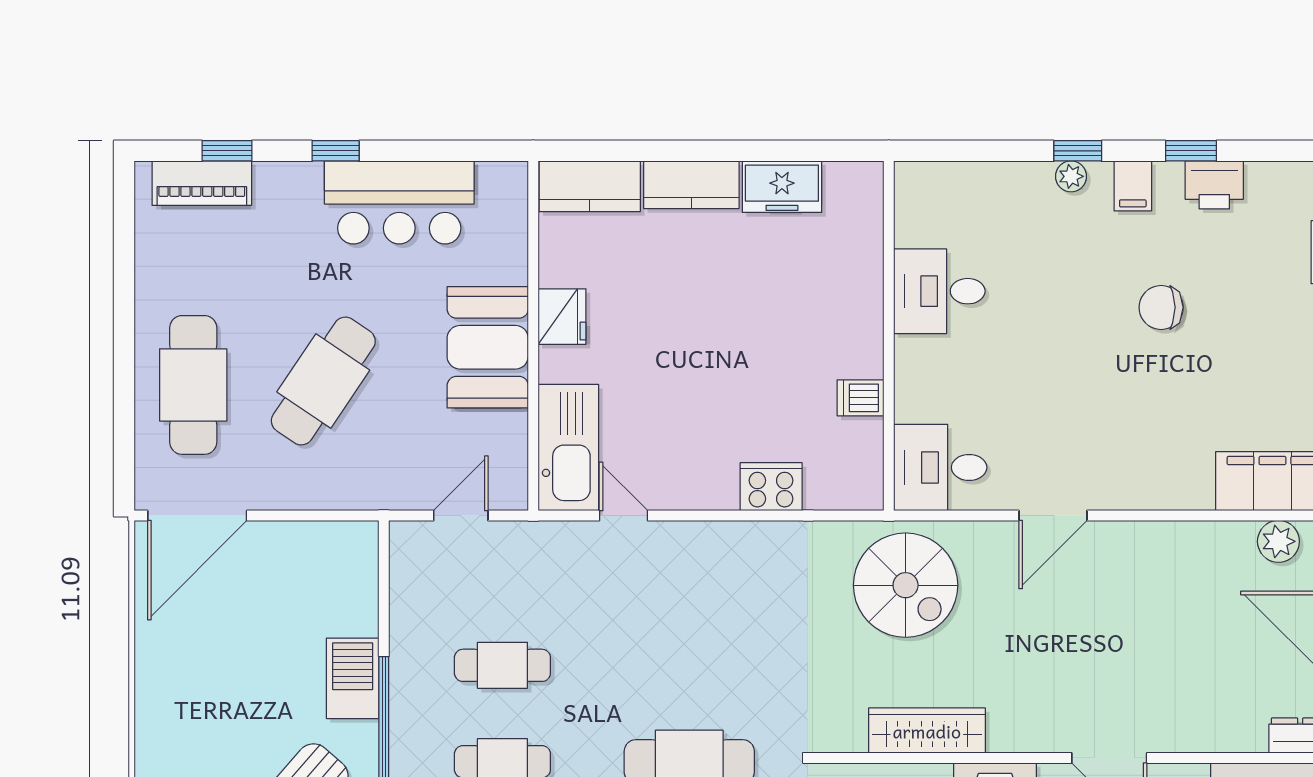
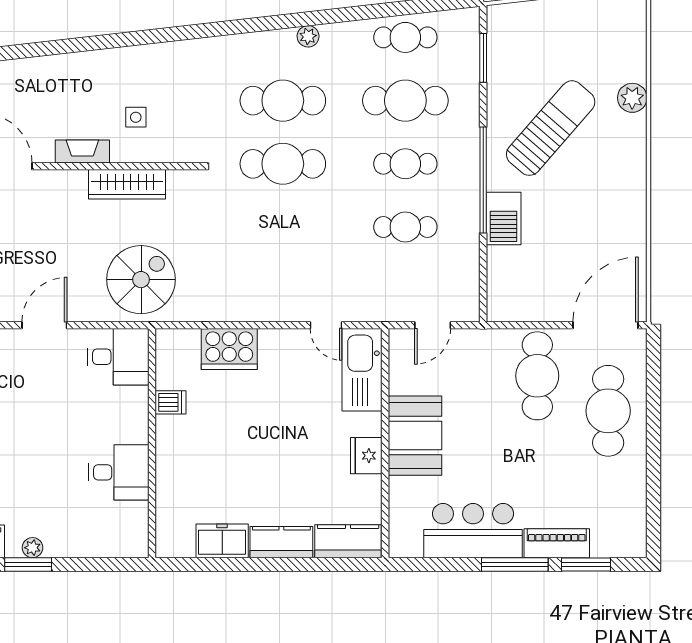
window: (227, 151) -> (586, 564), width x1.50
window: (336, 151) -> (515, 564), width x2.17
window: (1078, 151) -> (28, 564), width x1.50
piano: (202, 183) -> (557, 543), moved
cafe table: (323, 381) -> (537, 376), moved, turned -34
cooker: (771, 487) -> (229, 349), width x1.37, depth x1.31
spiral stairs: (906, 585) -> (141, 280), turned 90

